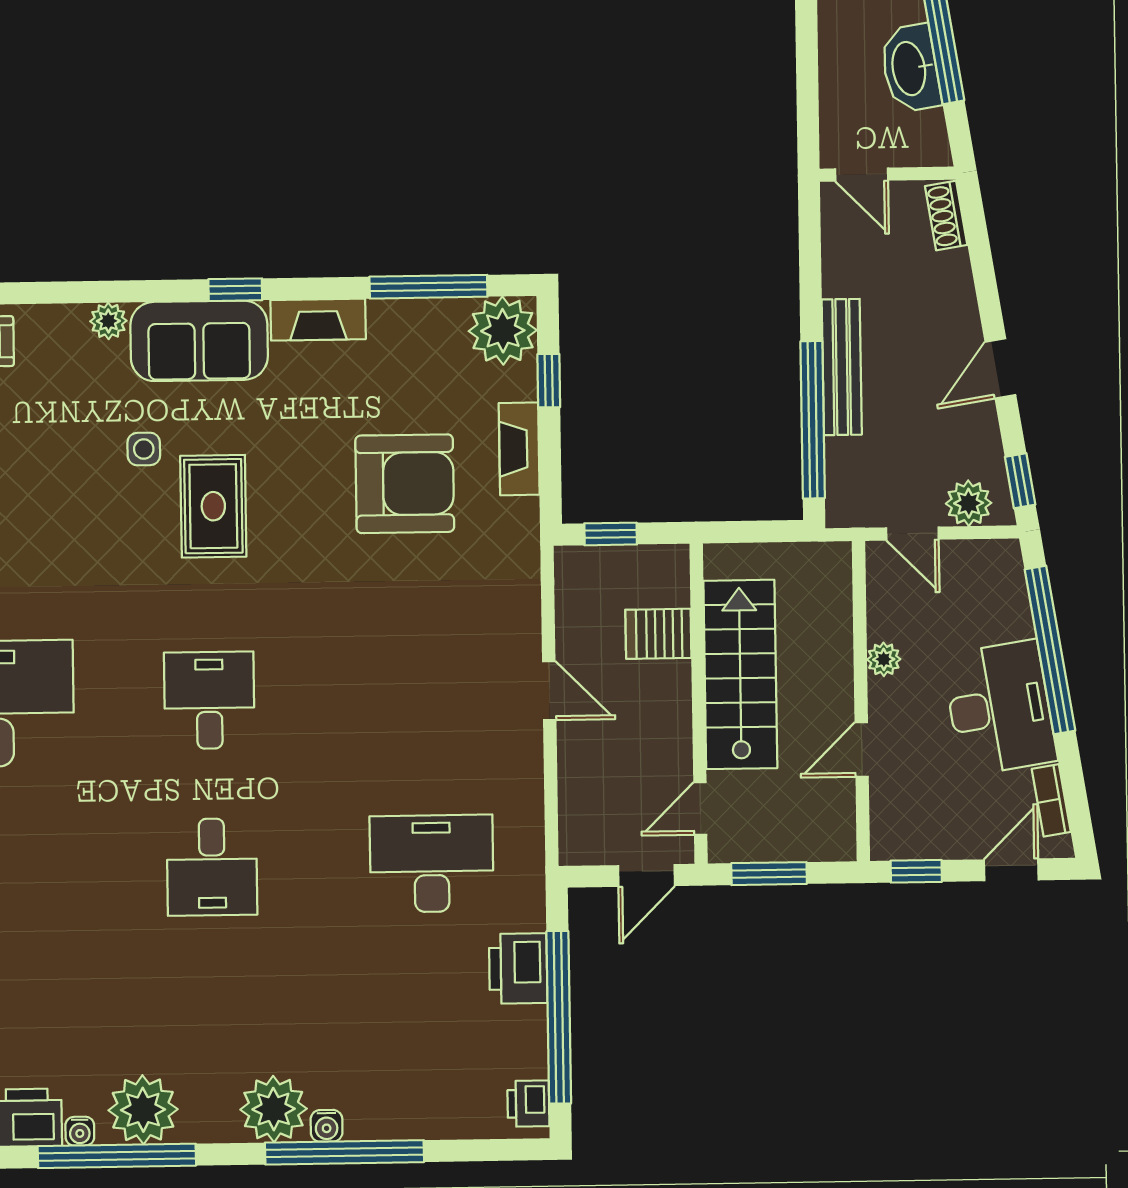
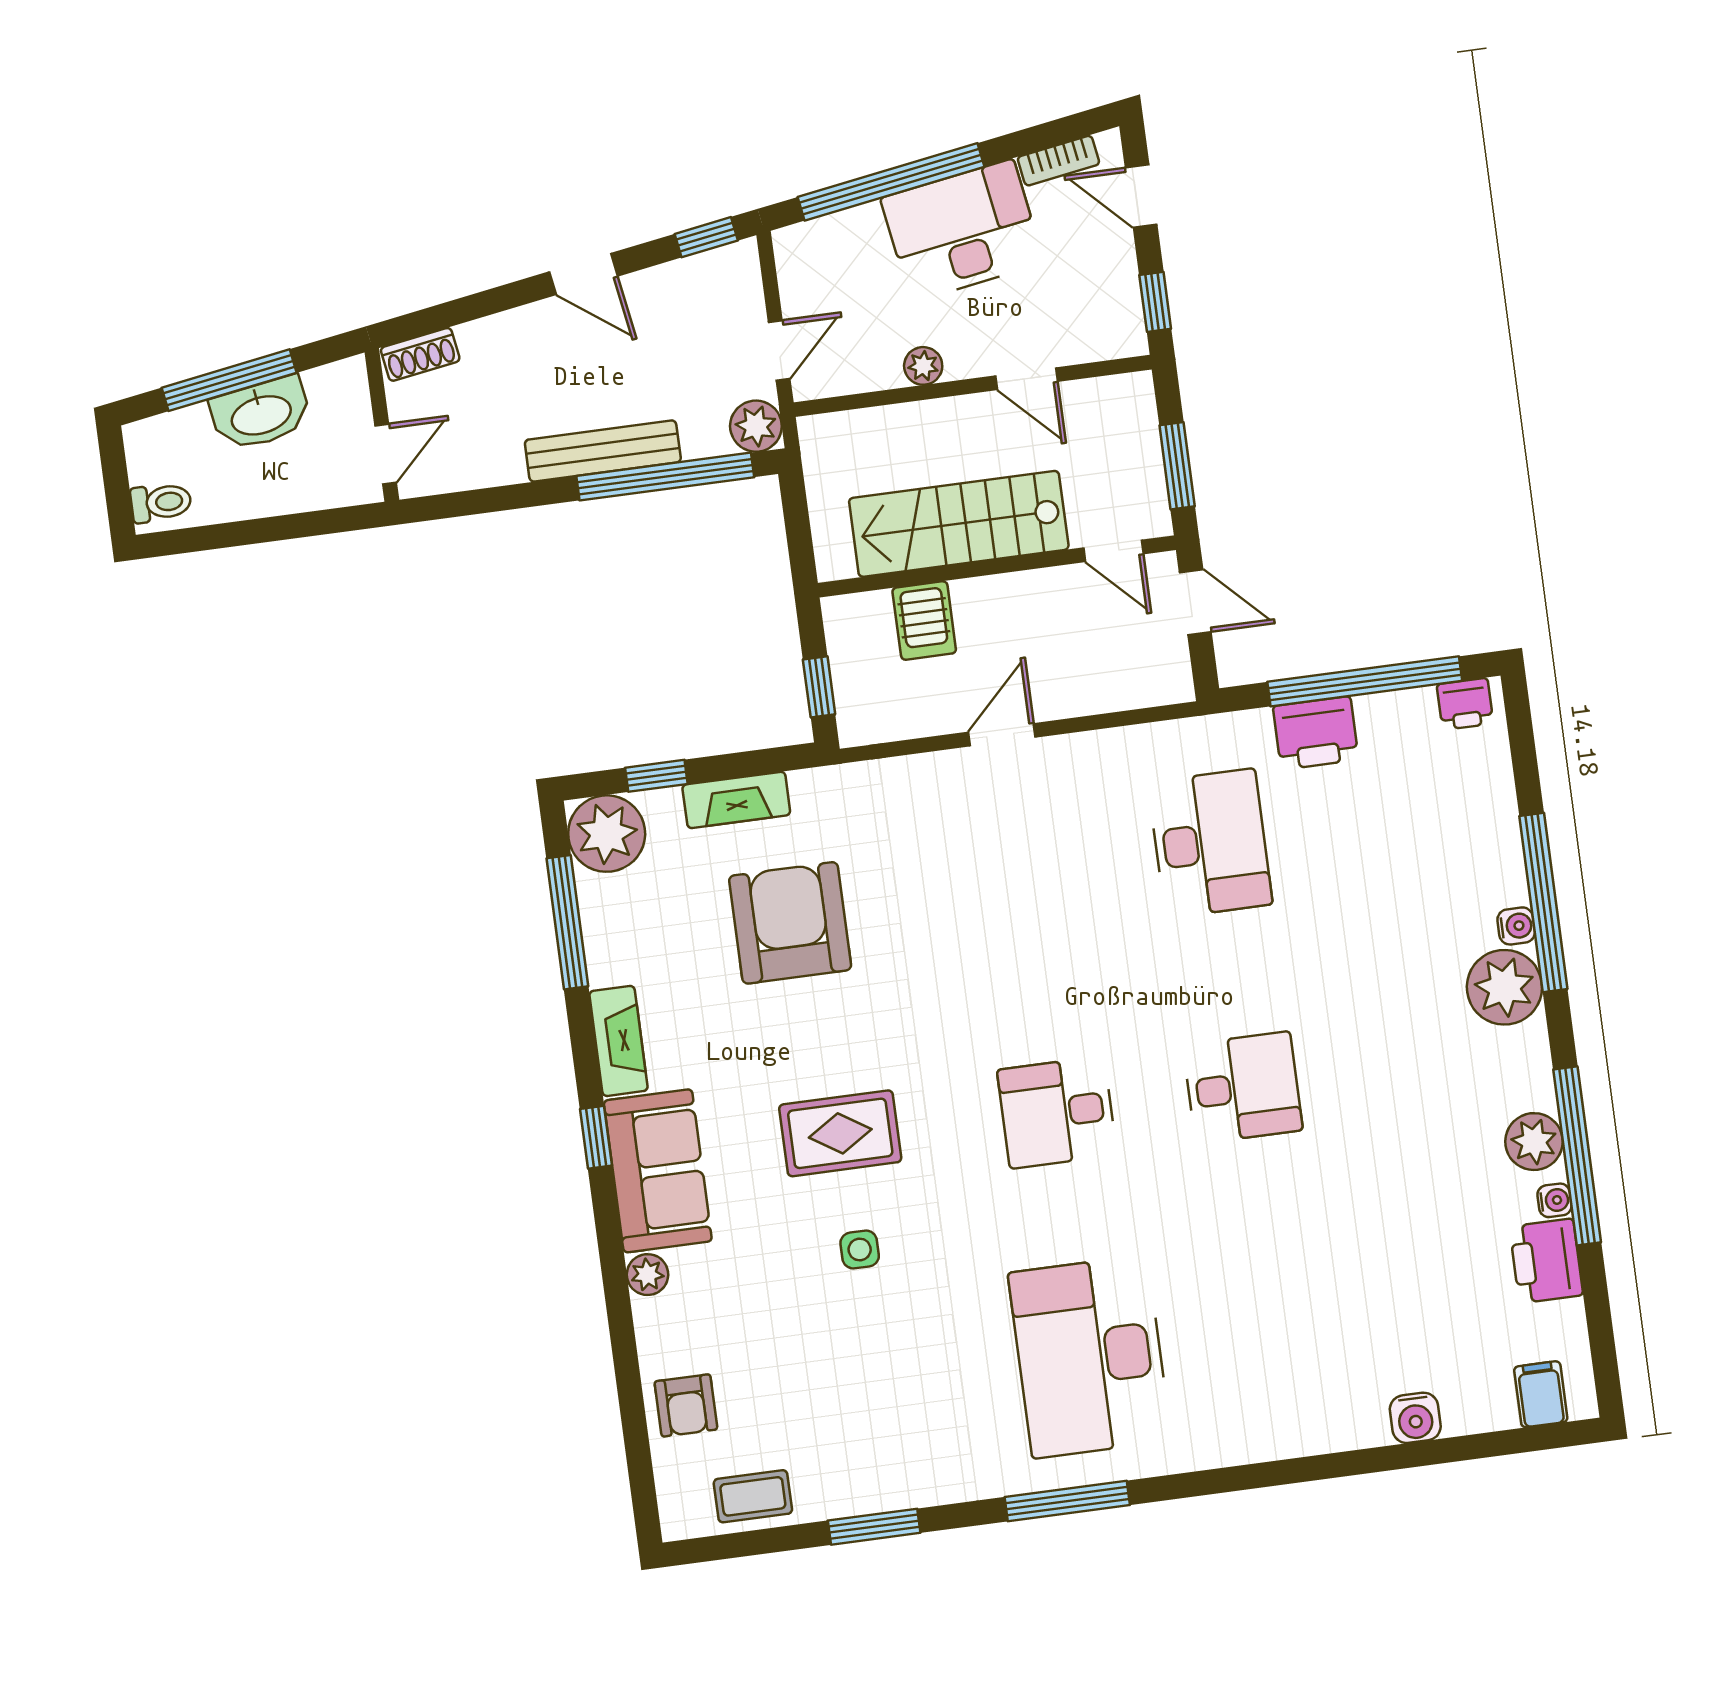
side table: (144, 449) -> (860, 1249), moved
plant: (969, 503) -> (756, 426), moved
desk: (432, 864) -> (1210, 843), turned 180
plant: (143, 1110) -> (1534, 1142), width x0.73, depth x0.73

